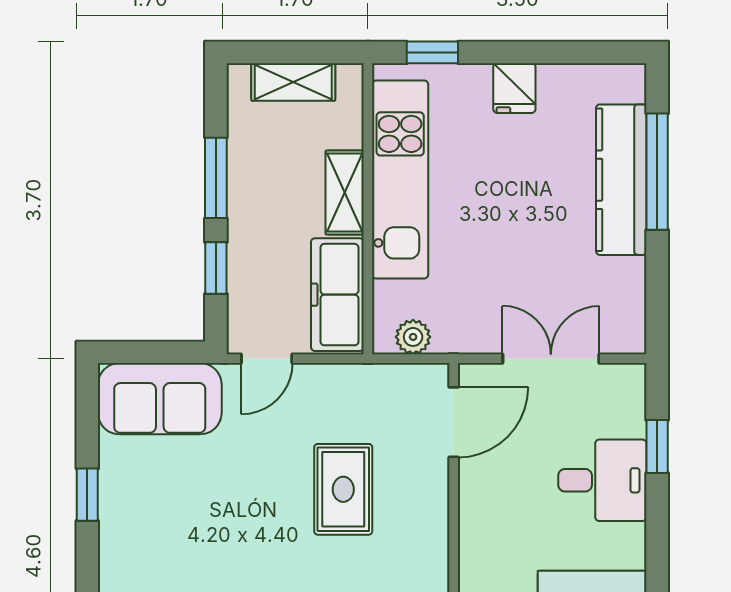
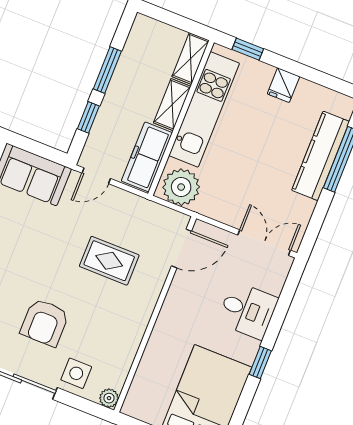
shelving: (293, 82) -> (191, 59), moved, turned 90
plant: (413, 337) -> (181, 187), width x1.88, depth x1.88
double door: (551, 359) -> (264, 243), moved
window: (657, 446) -> (260, 362), moved
rug: (343, 489) -> (109, 261), turned 90

